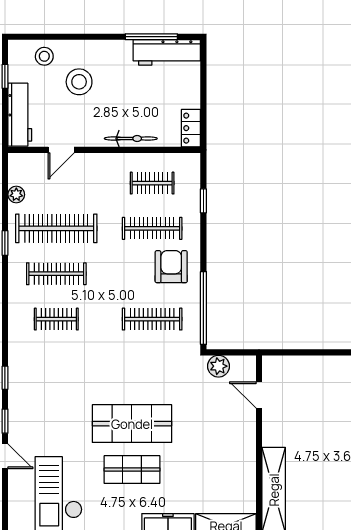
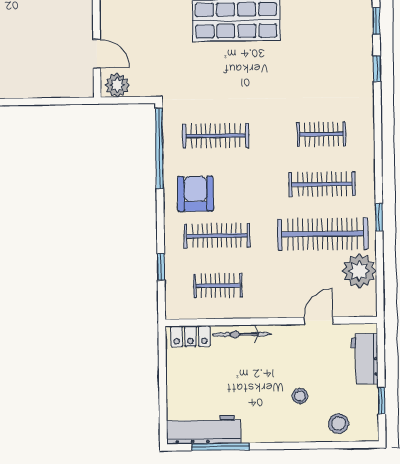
stool: (79, 82) -> (300, 396), width x0.53, depth x0.53
workbench: (20, 115) -> (365, 359), width x0.73
locker: (191, 128) -> (190, 336), moved, turned 90
plant: (16, 195) -> (359, 271), width x1.87, depth x1.87
armchair: (171, 267) -> (195, 194), turned 180
plant: (219, 366) -> (117, 85), moved

